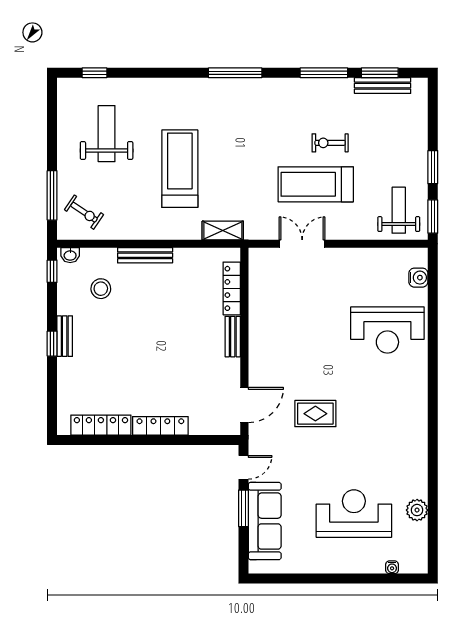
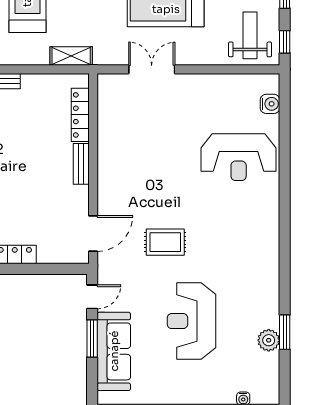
window: (433, 217) -> (285, 42), width x0.67
window: (433, 502) -> (285, 332), added
reception desk: (354, 514) -> (191, 321), moved, turned -90

